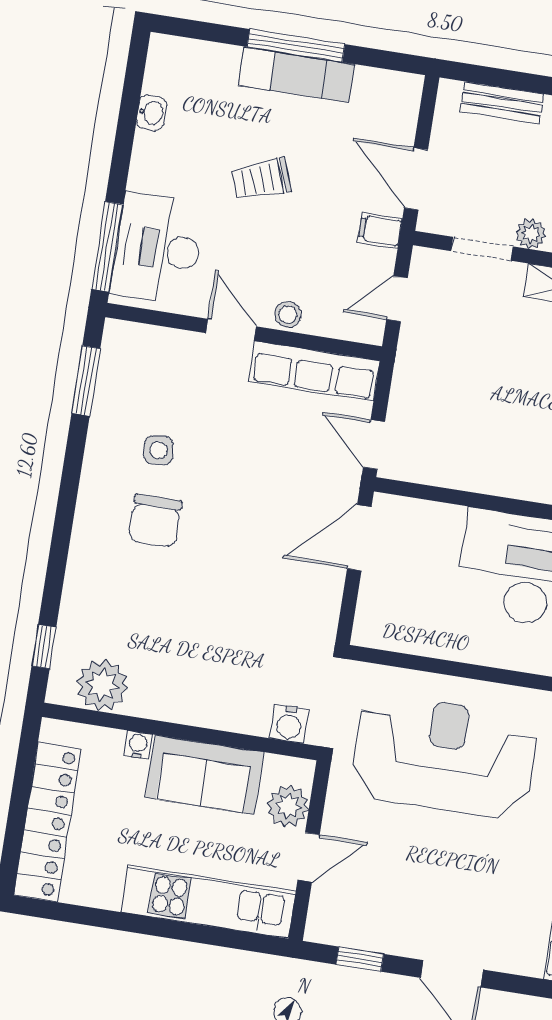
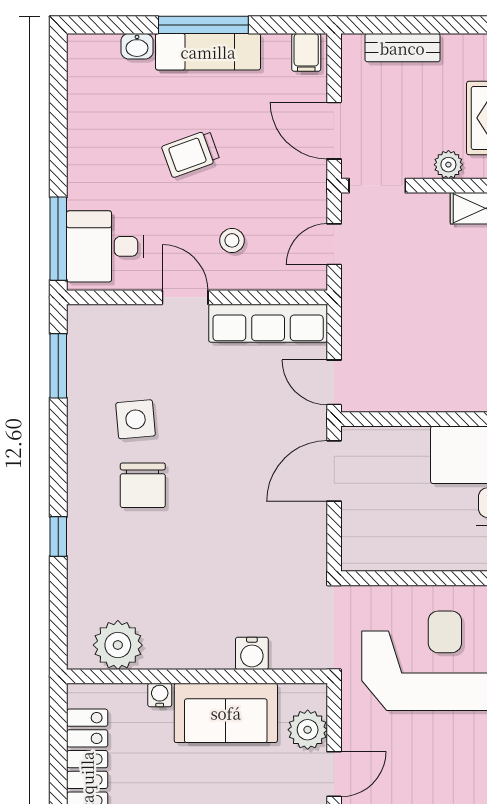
washbasin: (152, 113) -> (137, 46), moved, turned 90
filing cabinet: (380, 230) -> (306, 52), moved, turned -90
desk: (158, 249) -> (105, 246), width x0.73
doorway: (482, 249) -> (377, 186), moved
stool: (288, 314) -> (232, 240), moved
side table: (159, 450) -> (136, 419), width x1.37, depth x1.37
window: (44, 647) -> (58, 537), moved
water cooler: (289, 724) -> (252, 653), moved

